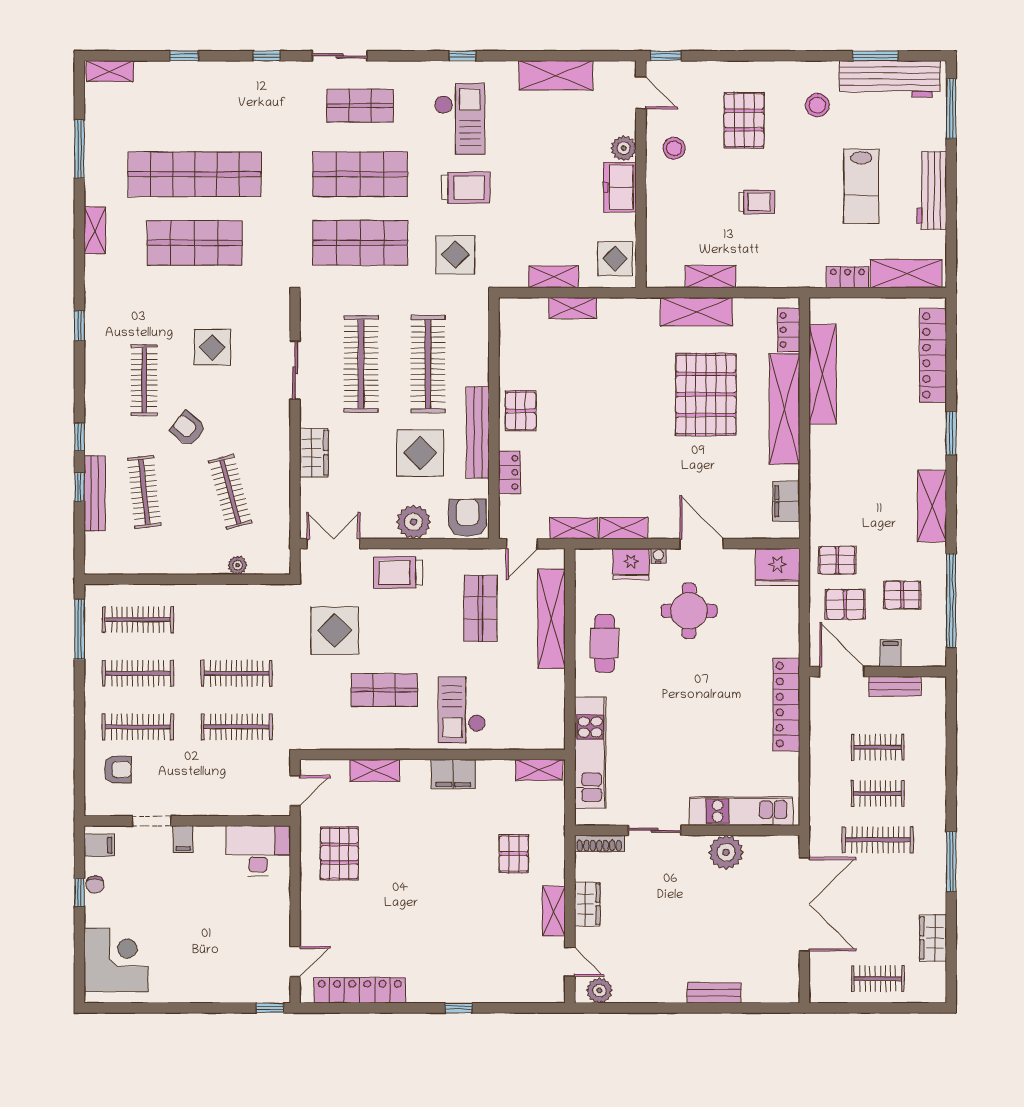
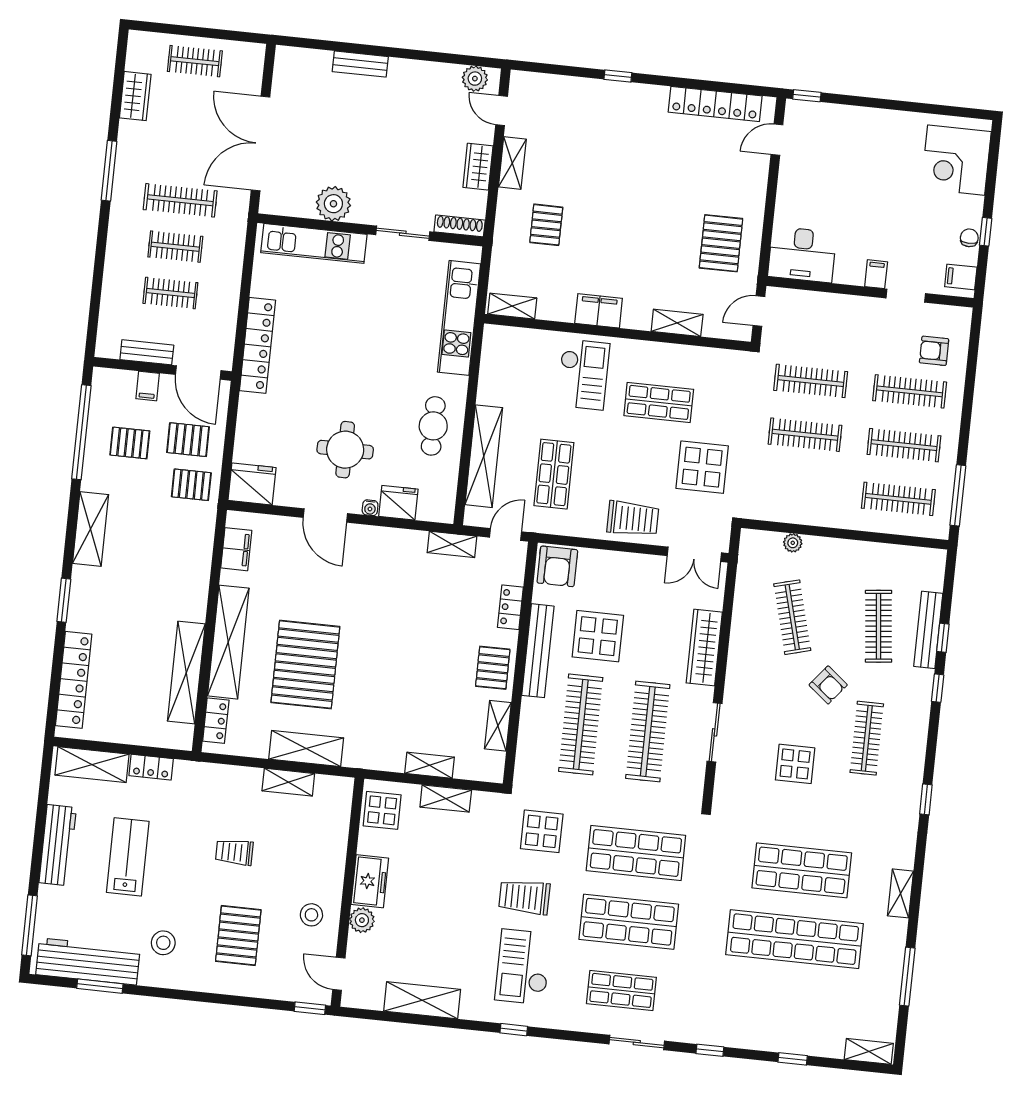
wardrobe: (314, 453) -> (704, 648), width x1.50
plant: (414, 522) -> (612, 568), removed
shelving: (624, 528) -> (498, 726), moved, turned 90

